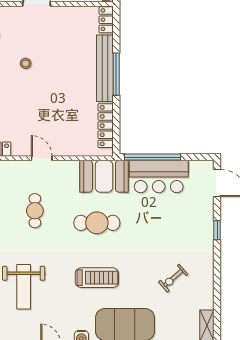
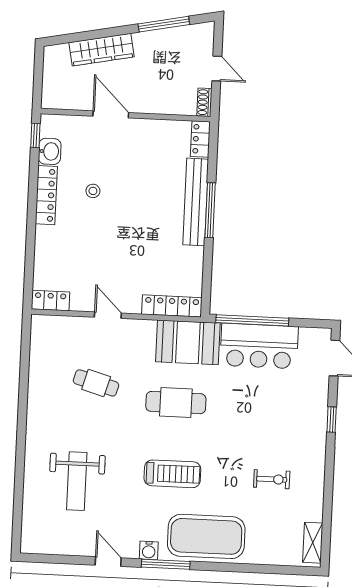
locker: (106, 126) -> (172, 306), moved, turned 90
cafe table: (35, 211) -> (96, 383), turned -74
exercise bike: (173, 278) -> (272, 479), turned -139

